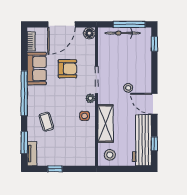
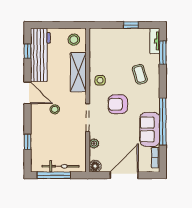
window: (154, 44) -> (28, 142), moved
armchair: (67, 69) -> (118, 104), moved
window: (24, 93) -> (163, 122), moved
plant: (90, 98) -> (94, 143), moved

